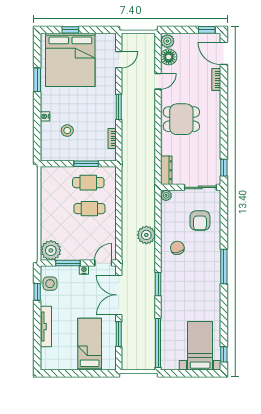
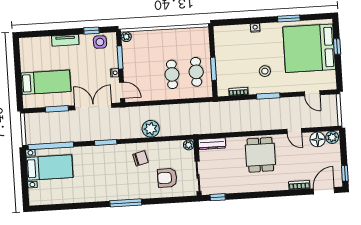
stool: (67, 131) -> (265, 71), moved
plant: (51, 250) -> (126, 37), width x0.53, depth x0.53
tv unit: (46, 327) -> (65, 40), width x0.71
bed with nightstands: (200, 346) -> (50, 168), moved
window: (224, 354) -> (44, 208), removed

